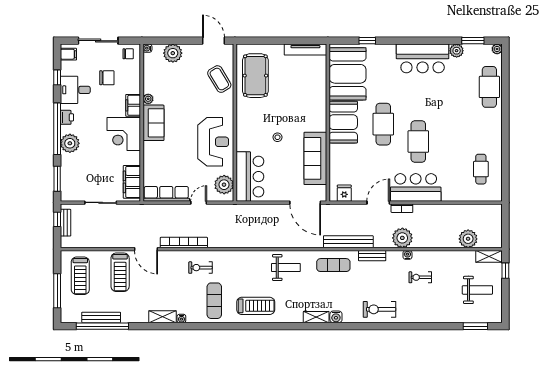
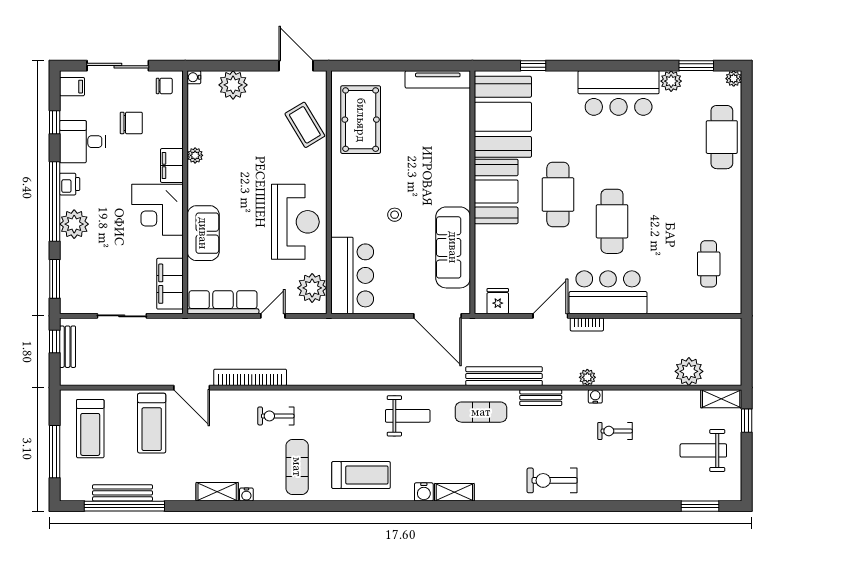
sofa: (153, 123) -> (203, 233), moved
plant: (402, 238) -> (587, 377), width x0.53, depth x0.53
weight bench: (477, 290) -> (703, 450), turned 180
water cooler: (336, 317) -> (424, 492), moved

